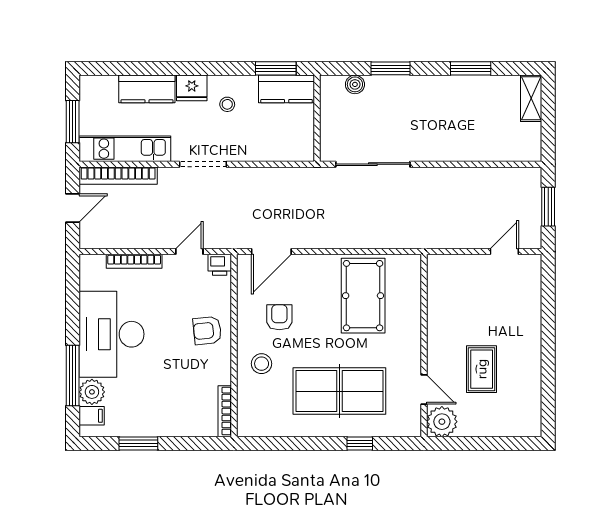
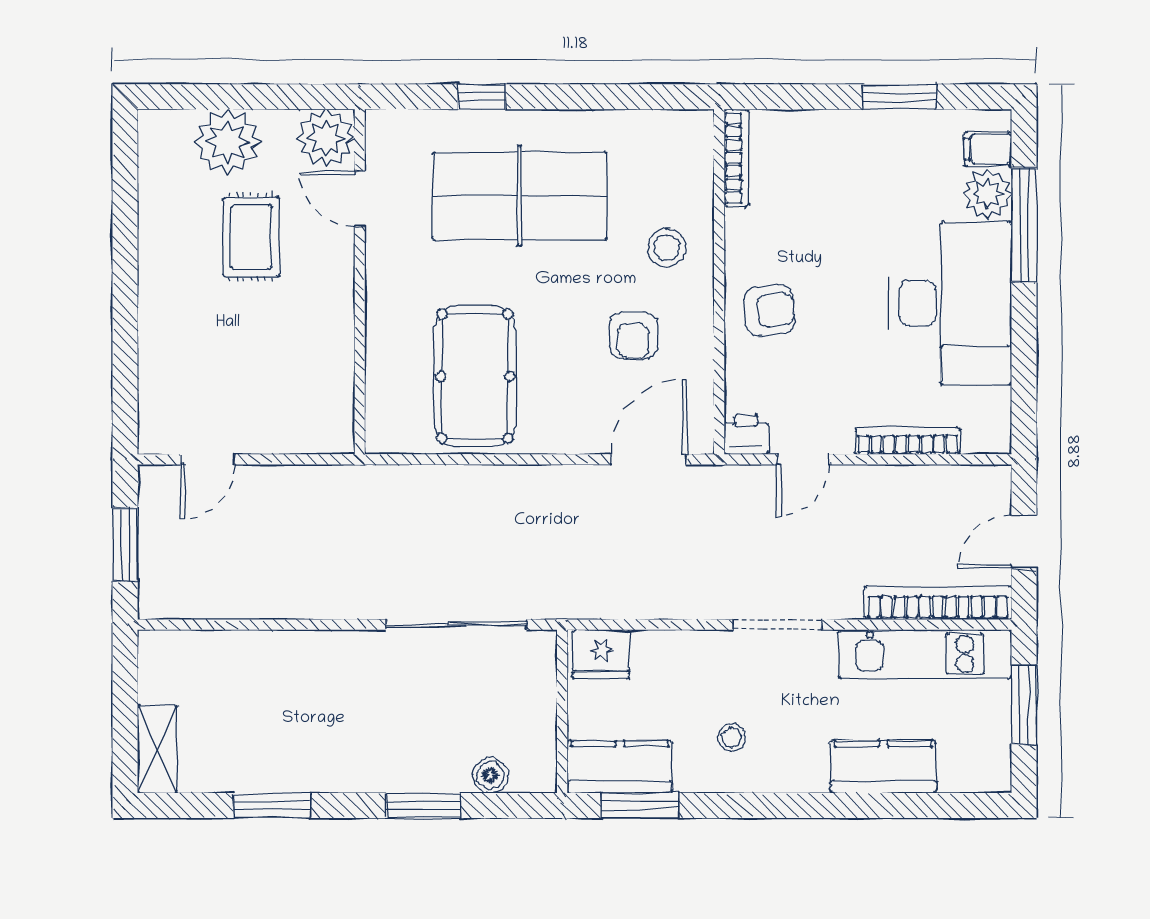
fridge: (192, 88) -> (601, 654), moved, turned 180
plant: (494, 419) -> (228, 142), added

